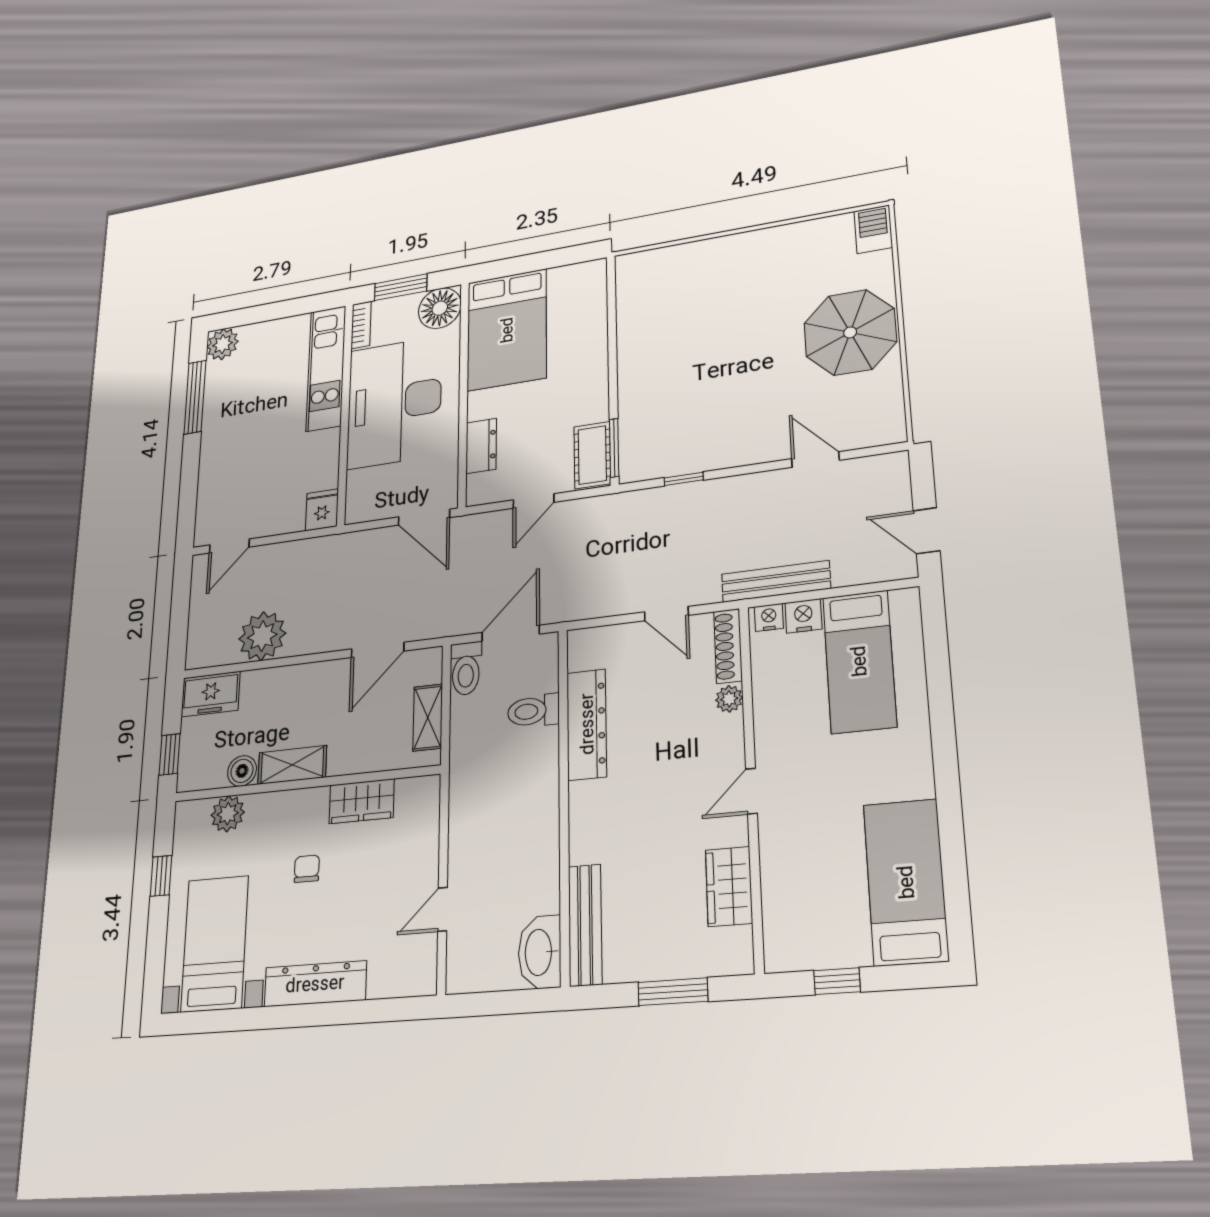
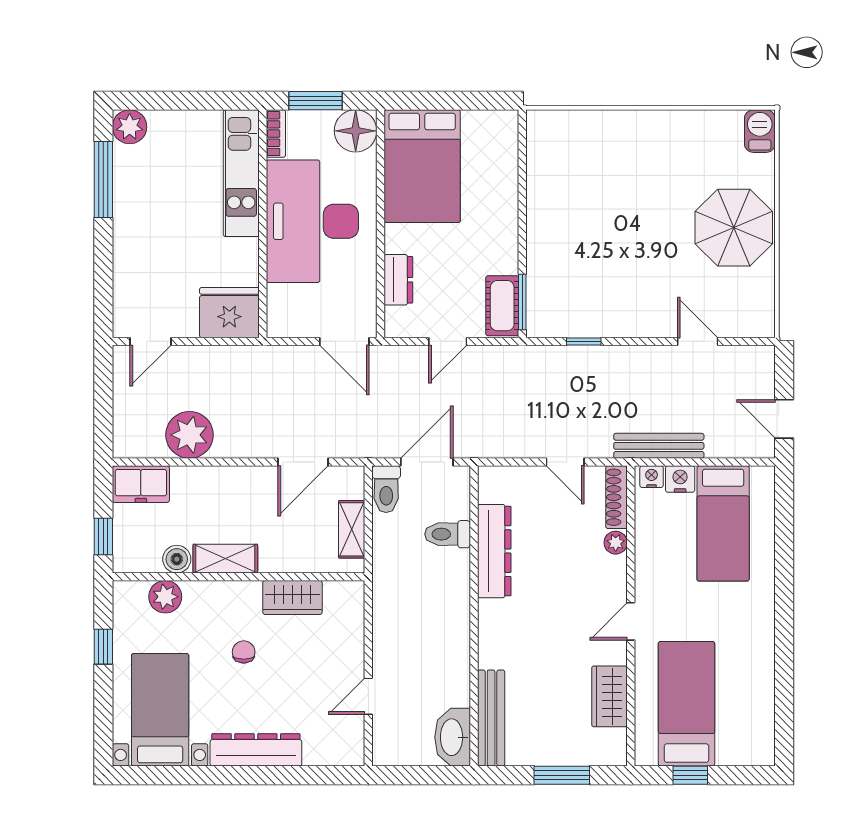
fridge: (322, 510) -> (229, 313), width x1.88, depth x1.34
bed: (906, 882) -> (686, 704), moved

